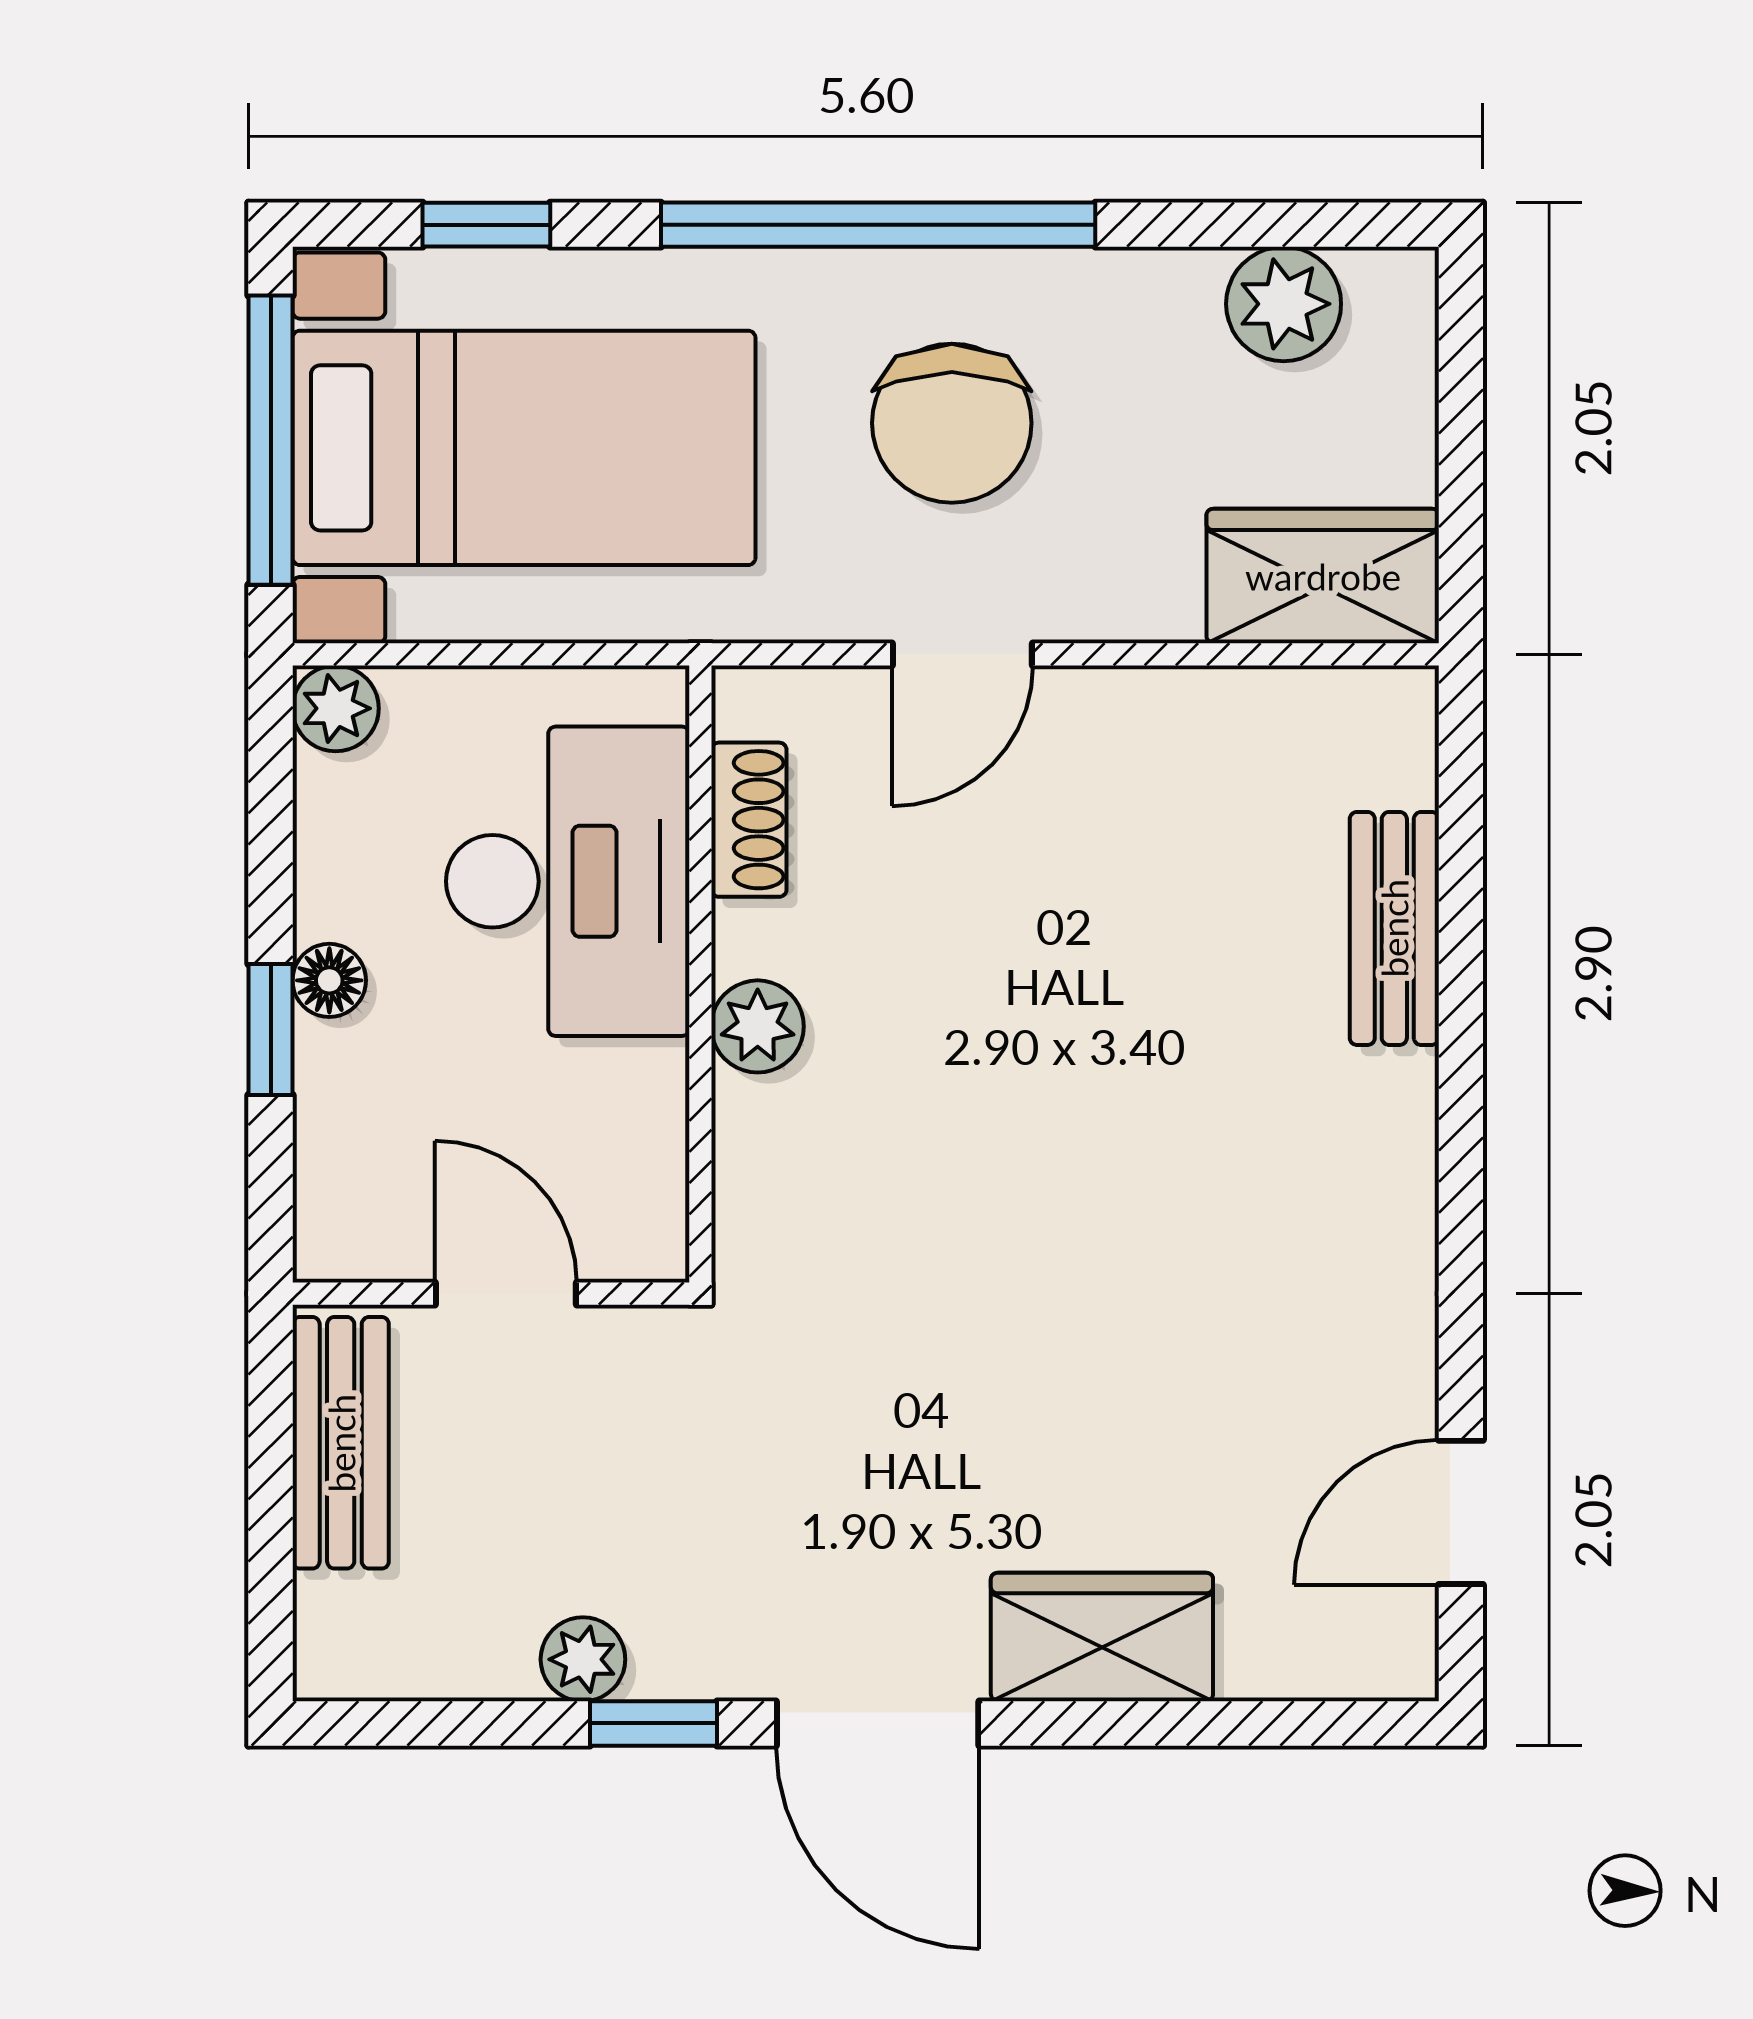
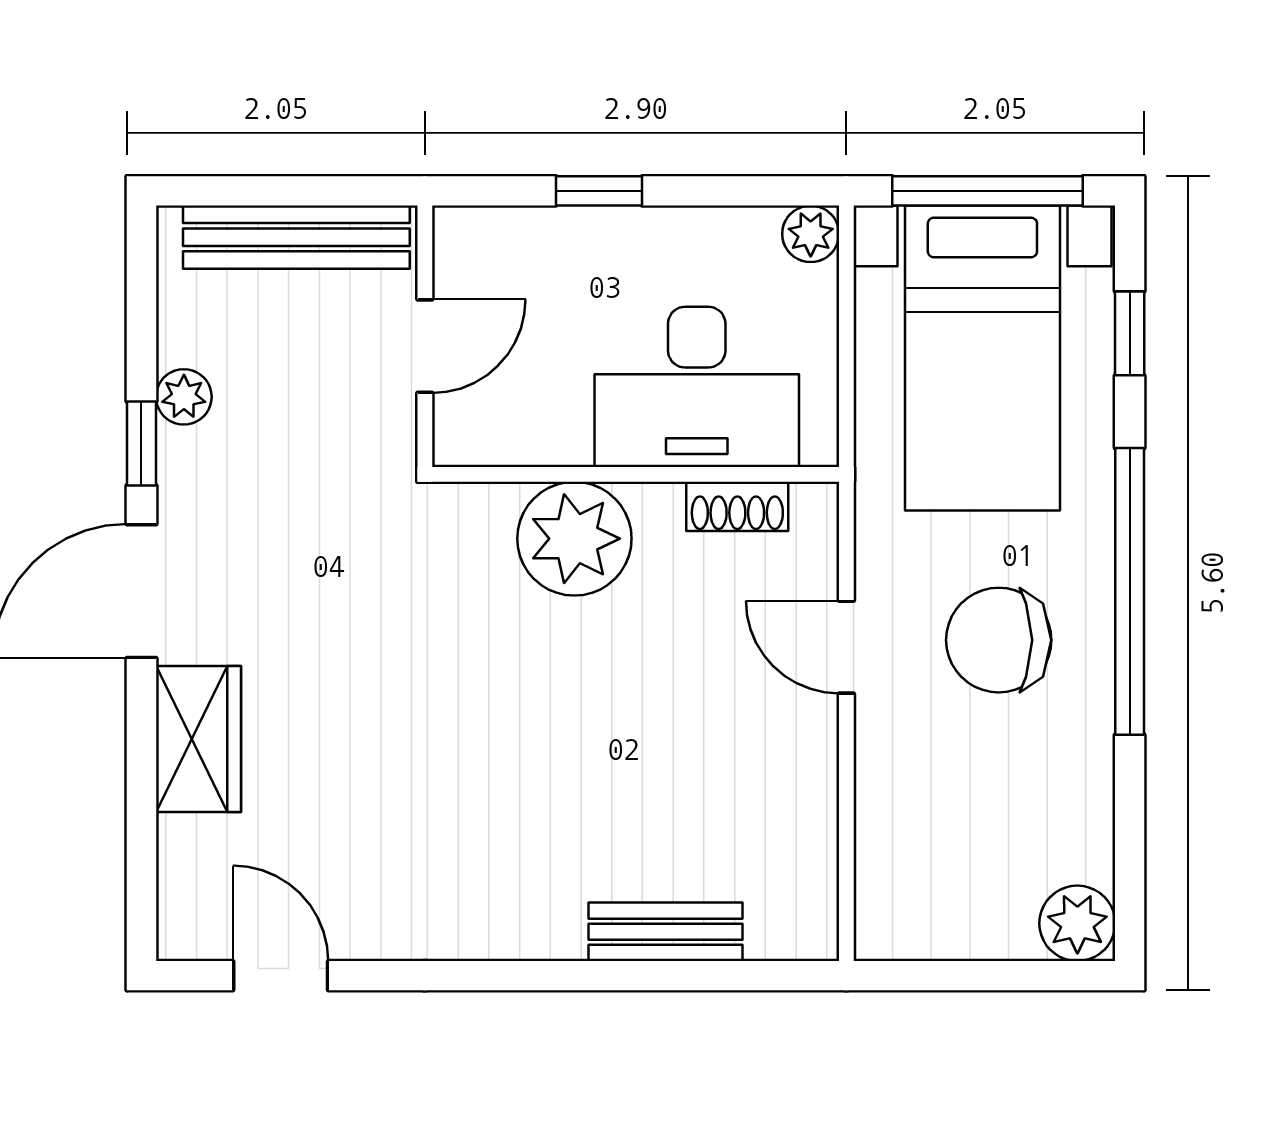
plant: (1284, 304) -> (1077, 923), moved
wardrobe: (1323, 576) -> (898, 885), removed
floor lamp: (329, 980) -> (631, 230), removed
plant: (758, 1026) -> (574, 539), width x1.87, depth x1.87
bench: (341, 1443) -> (296, 237), width x1.36

